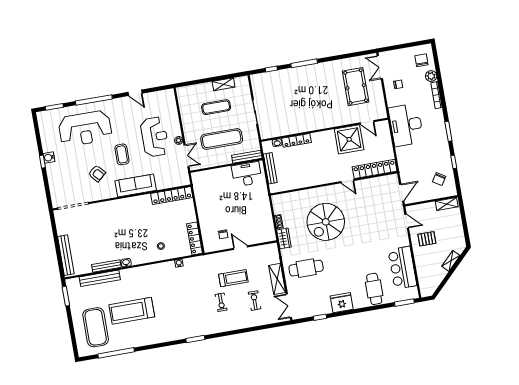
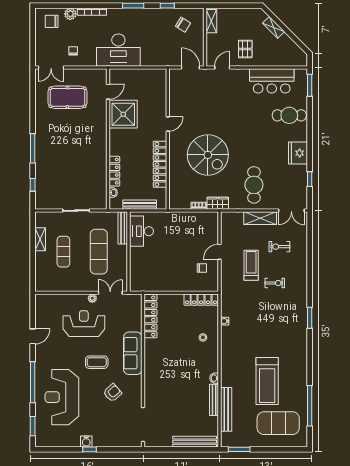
reception desk: (85, 129) -> (62, 397), turned 180
locker: (375, 169) -> (160, 164), moved

